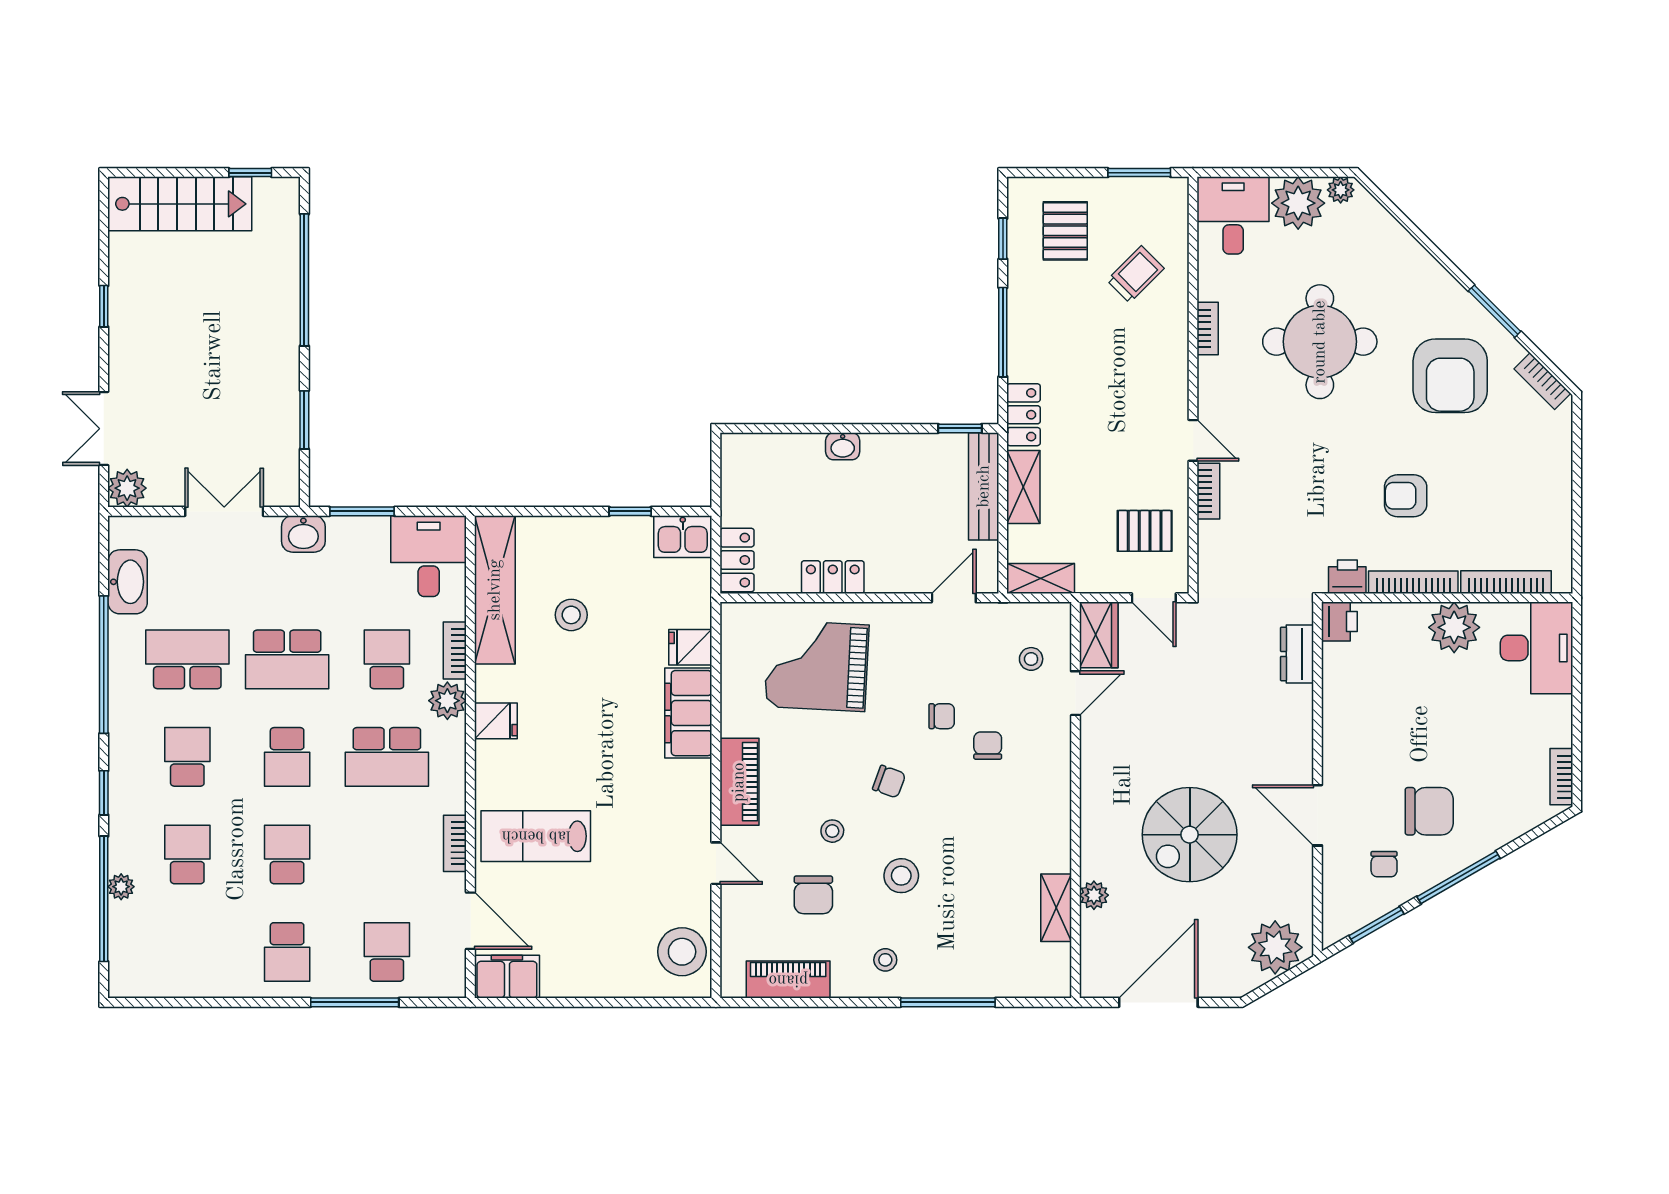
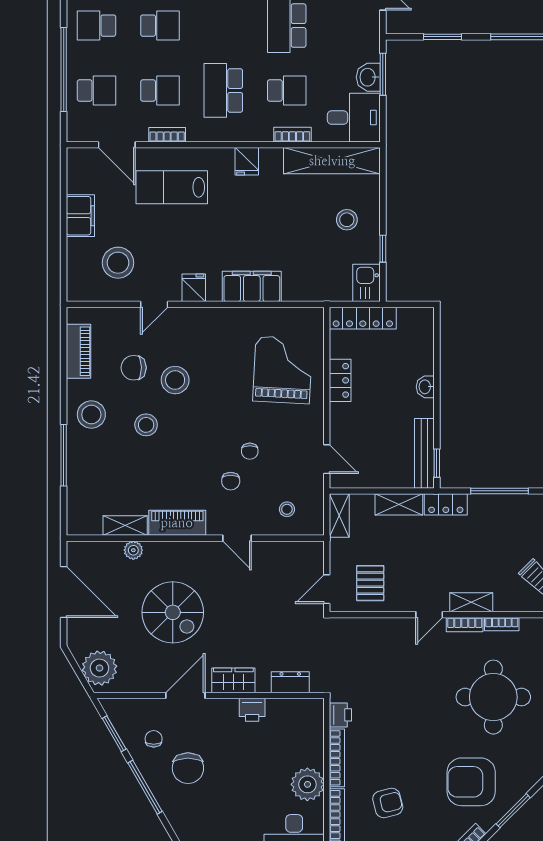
shelving: (1174, 376) -> (471, 602), added
bench: (984, 486) -> (424, 453), moved, turned 90
bookcase: (1208, 491) -> (465, 625), moved
armchair: (1406, 496) -> (388, 803), moved, turned 76
washbasin: (303, 534) -> (368, 77), moved
locker: (737, 560) -> (363, 318), width x1.53
stool: (571, 615) -> (347, 220), moved
printer: (1339, 622) -> (252, 710), moved
wardrobe: (1099, 635) -> (233, 680), moved, turned 180
fridge: (690, 647) -> (194, 288), moved
door: (1075, 693) -> (237, 538), moved
plant: (447, 701) -> (260, 130), removed
chair: (988, 746) -> (231, 481), turned 90
school desk: (287, 757) -> (160, 90), moved, turned 180
piano: (739, 782) -> (177, 523), moved, turned 180
chair: (889, 782) -> (207, 417), removed
stool: (832, 831) -> (175, 380), width x1.89, depth x1.89
spiral stairs: (1190, 835) -> (173, 612), turned 180
lab bench: (536, 836) -> (172, 187), turned -90
chair: (1384, 864) -> (154, 739), turned 90
door: (470, 921) -> (117, 145), hinge flipped
stool: (682, 952) -> (118, 263), moved
stool: (885, 960) -> (91, 415), width x1.89, depth x1.89
filing cabinet: (507, 977) -> (80, 216), moved
window: (355, 1002) -> (64, 70), width x1.46

